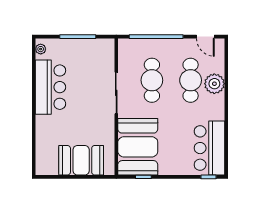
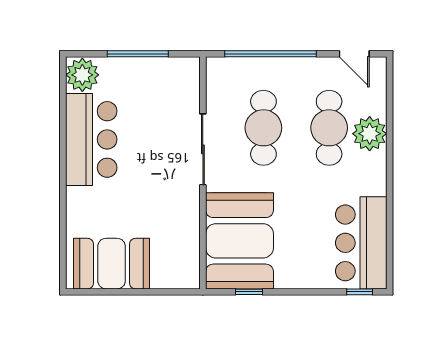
plant: (41, 49) -> (82, 75), width x1.87, depth x1.87
booth: (81, 160) -> (112, 264), moved

